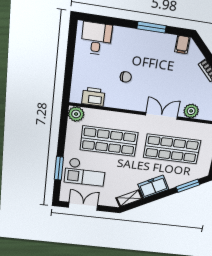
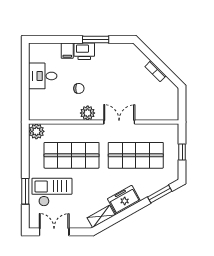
desk: (96, 39) -> (43, 76), moved, turned -90
filing cabinet: (182, 44) -> (67, 51), moved
printer: (93, 97) -> (84, 51), moved, turned 180
plant: (191, 111) -> (88, 113), moved
checkout: (85, 172) -> (52, 192), turned 180

